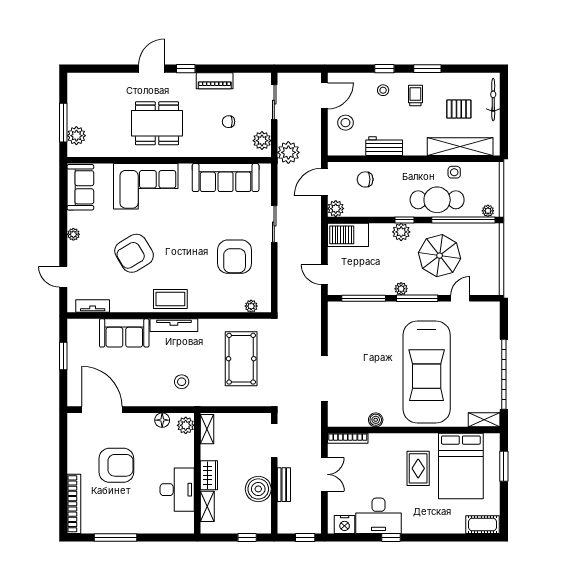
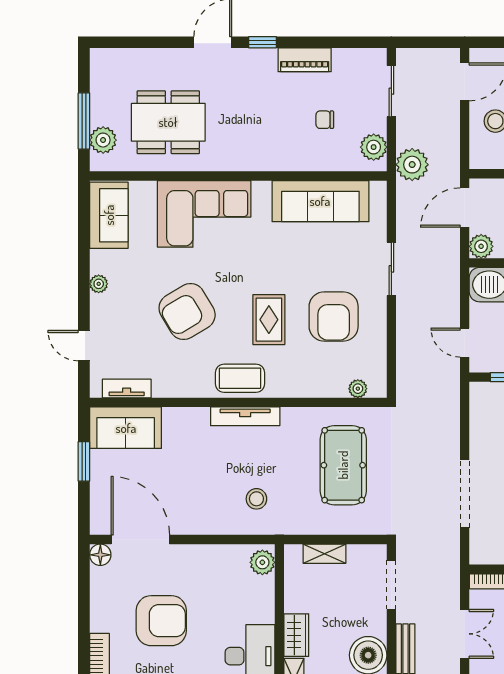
dining table: (157, 123) -> (168, 122), moved
rug: (190, 259) -> (269, 320), added
sofa: (124, 333) -> (126, 428), moved
floor lamp: (162, 420) -> (100, 555), moved
shelving: (207, 429) -> (324, 554), moved, turned 90

